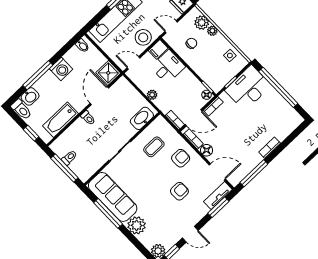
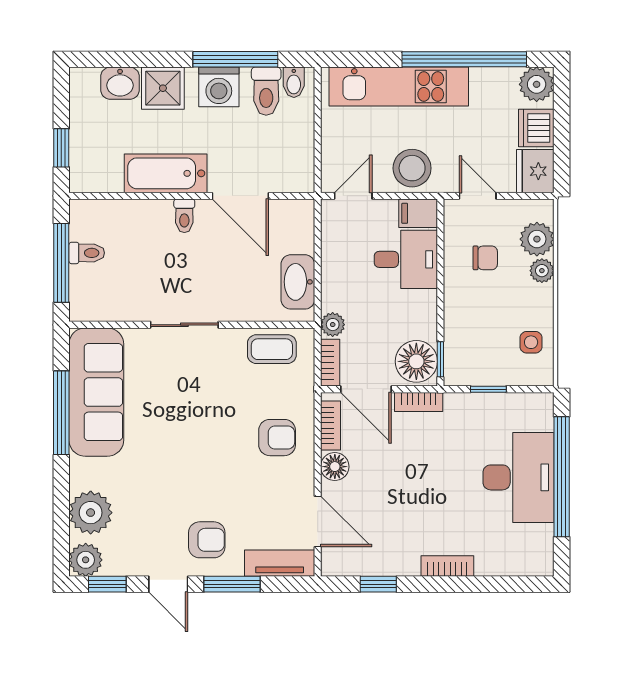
door: (133, 63) -> (353, 196), hinge flipped
shower: (108, 73) -> (163, 88), moved
window: (38, 75) -> (235, 59), moved
desk: (248, 88) -> (519, 477), moved, turned 90
plant: (152, 95) -> (333, 325), moved
floor lamp: (207, 95) -> (416, 361), width x1.89, depth x1.89
door: (99, 96) -> (240, 196), swing flipped
toilet: (21, 109) -> (266, 91), moved
washbasin: (142, 118) -> (298, 282), moved, turned -90
bathtub: (61, 120) -> (166, 173), moved
coffee table: (154, 147) -> (272, 349), moved
window: (254, 173) -> (378, 584), width x0.46
armchair: (179, 191) -> (207, 540), moved
window: (218, 207) -> (232, 584), moved
plant: (137, 225) -> (91, 513), moved

